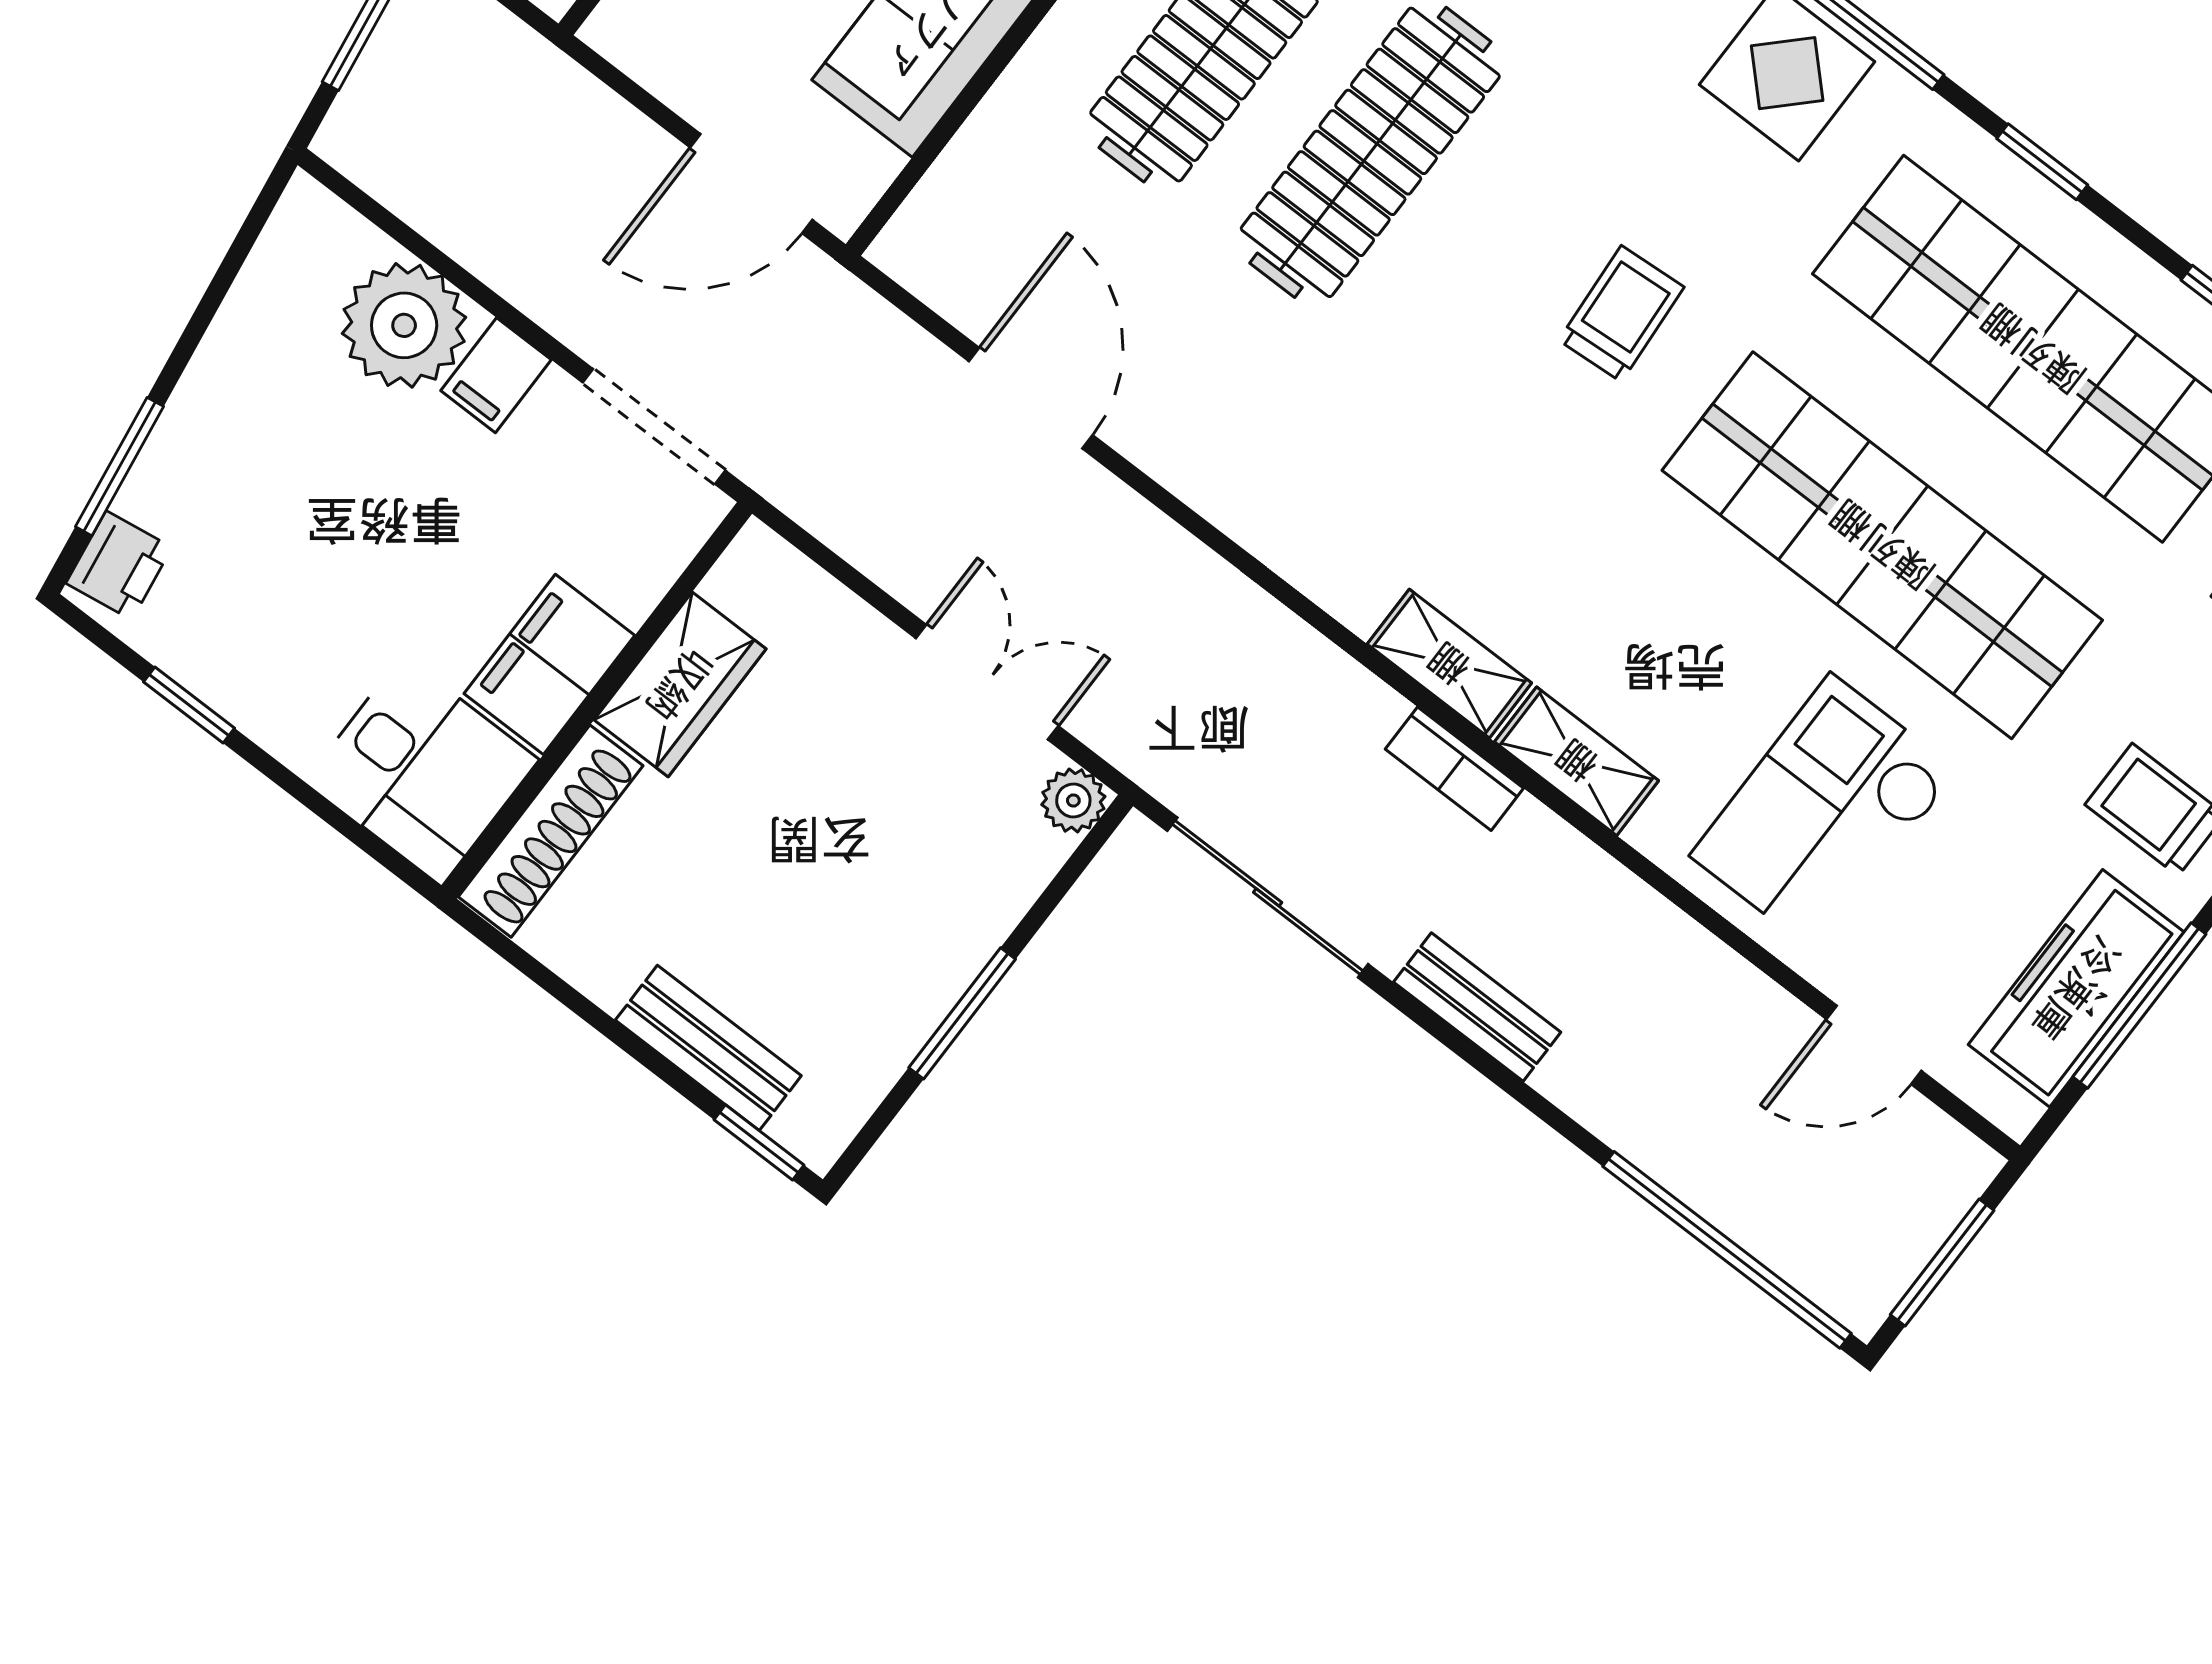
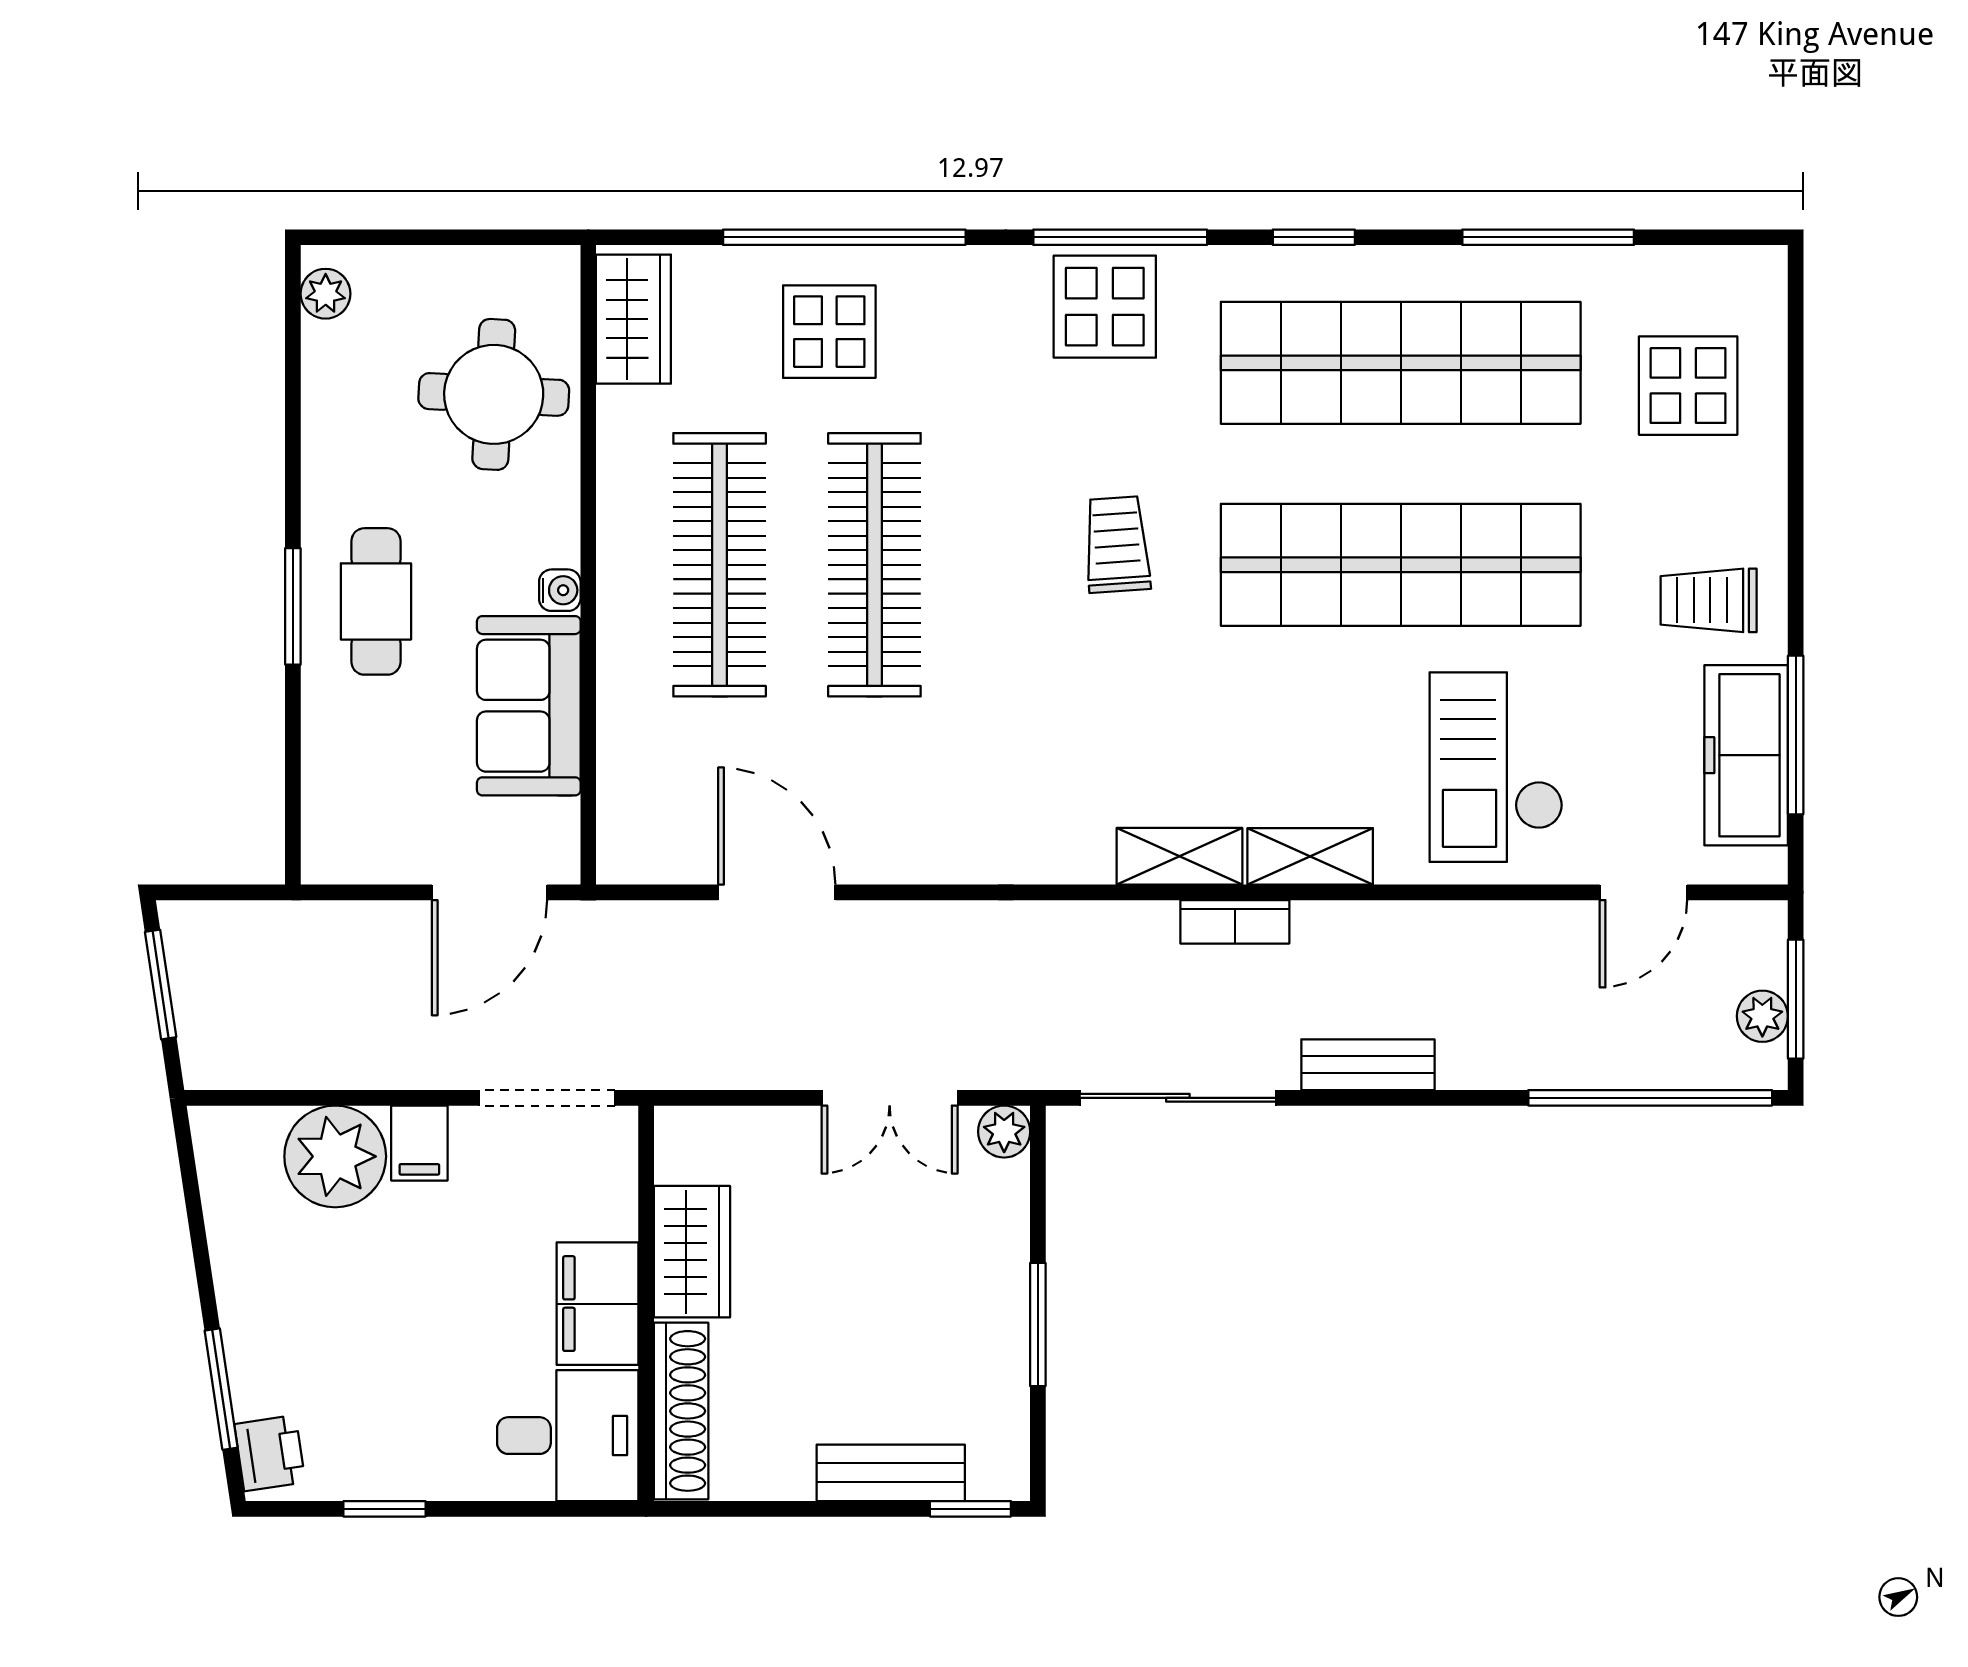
double door: (987, 682) -> (890, 1098), swing flipped
plant: (1897, 1254) -> (1762, 1016), added

